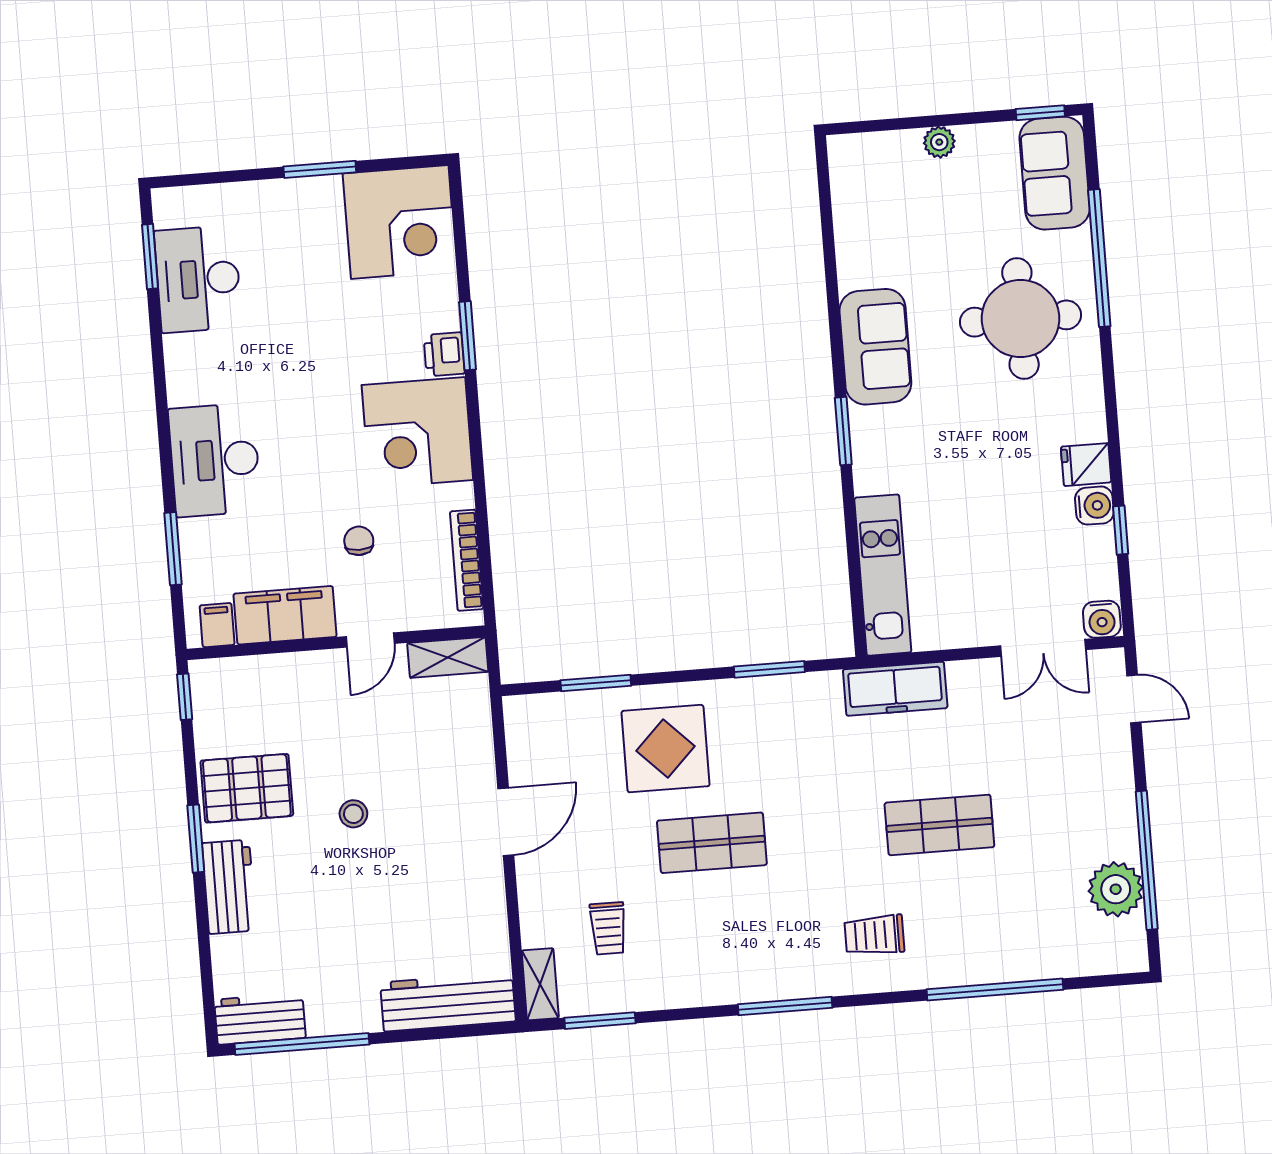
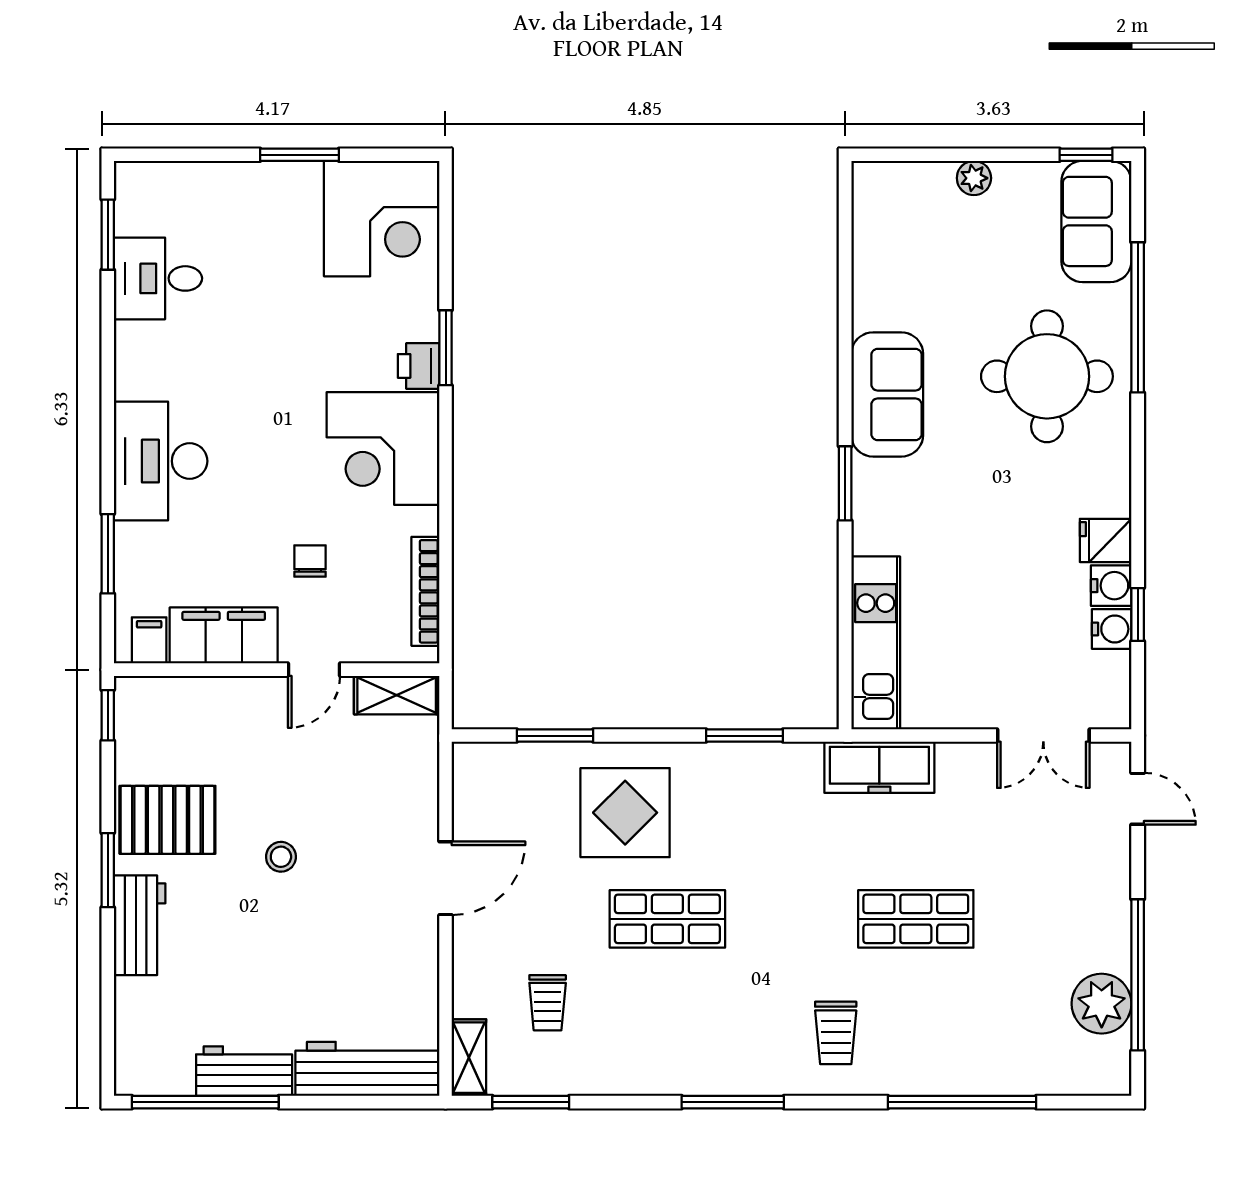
desk: (198, 279) -> (158, 278), width x0.73
water cooler: (1102, 619) -> (1112, 629), moved, turned -90
trolley: (874, 935) -> (836, 1033), turned -90
workbench: (260, 1019) -> (244, 1071), moved

